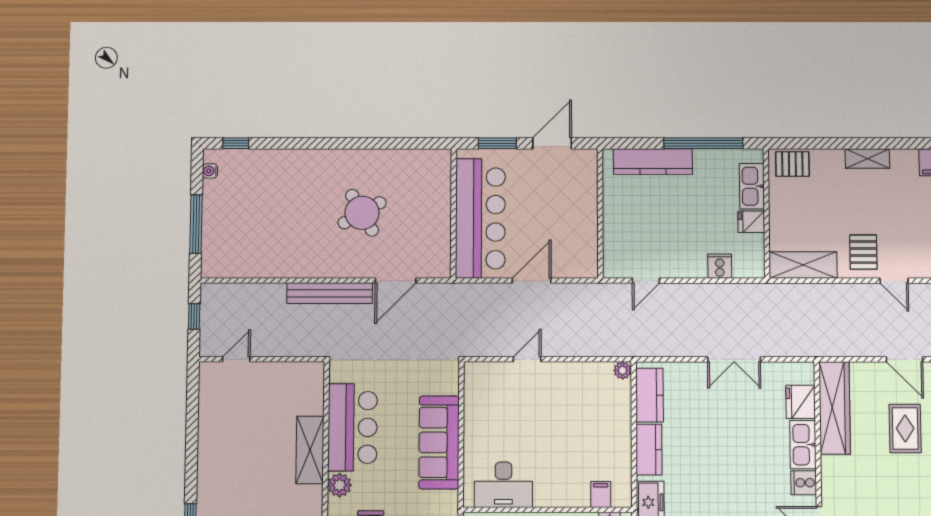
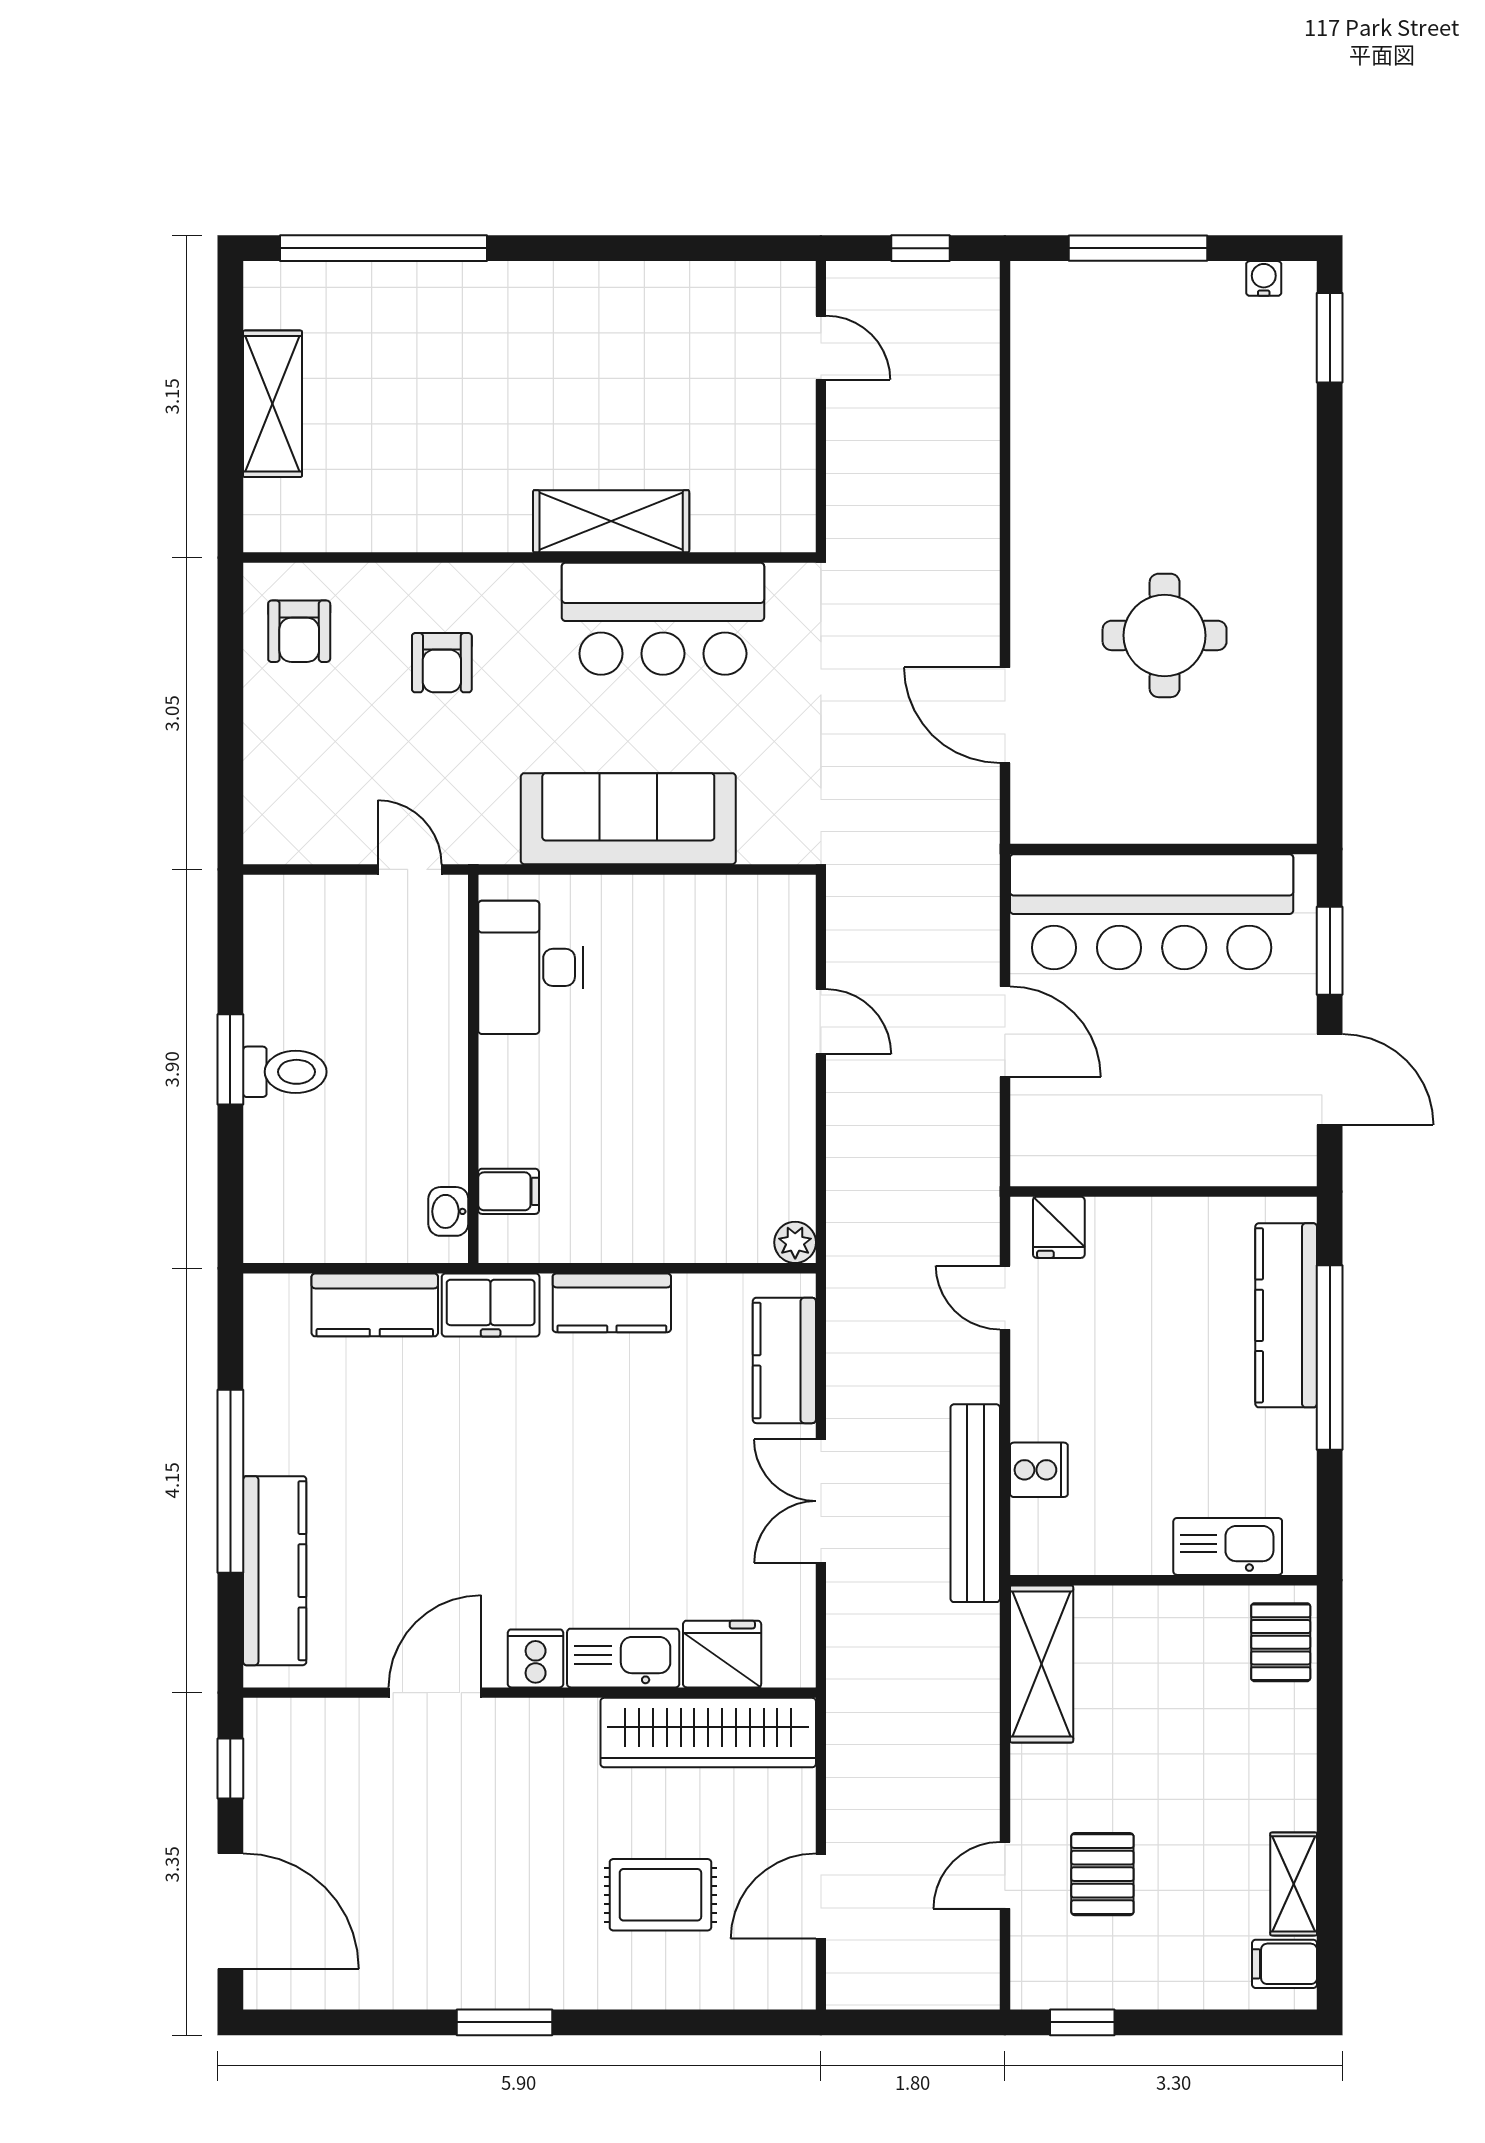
window: (236, 143) -> (1330, 338), width x1.50
window: (703, 143) -> (1330, 1358), moved
shelving: (867, 158) -> (1294, 1884), moved
round table: (362, 213) -> (1165, 635), turned 30
fridge: (751, 222) -> (1059, 1227), moved, turned 180
pallet: (863, 252) -> (1102, 1874), moved, turned 90
bench: (330, 293) -> (975, 1503), moved
kitchen counter: (650, 395) -> (784, 1360), moved, turned 90
plant: (339, 485) -> (530, 590), removed

